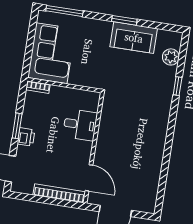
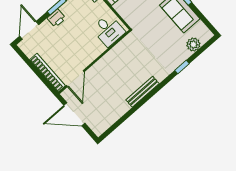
desk: (80, 125) -> (108, 30), moved
bench: (160, 139) -> (142, 92), added

